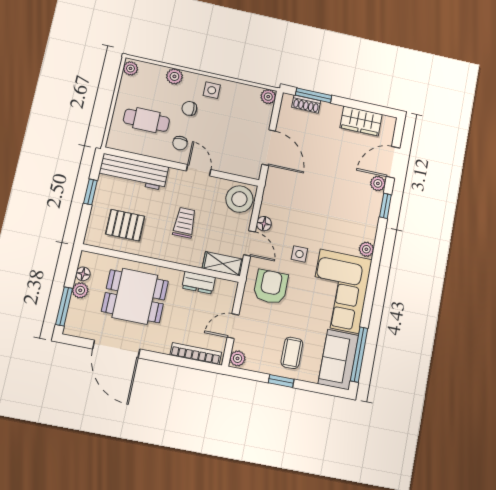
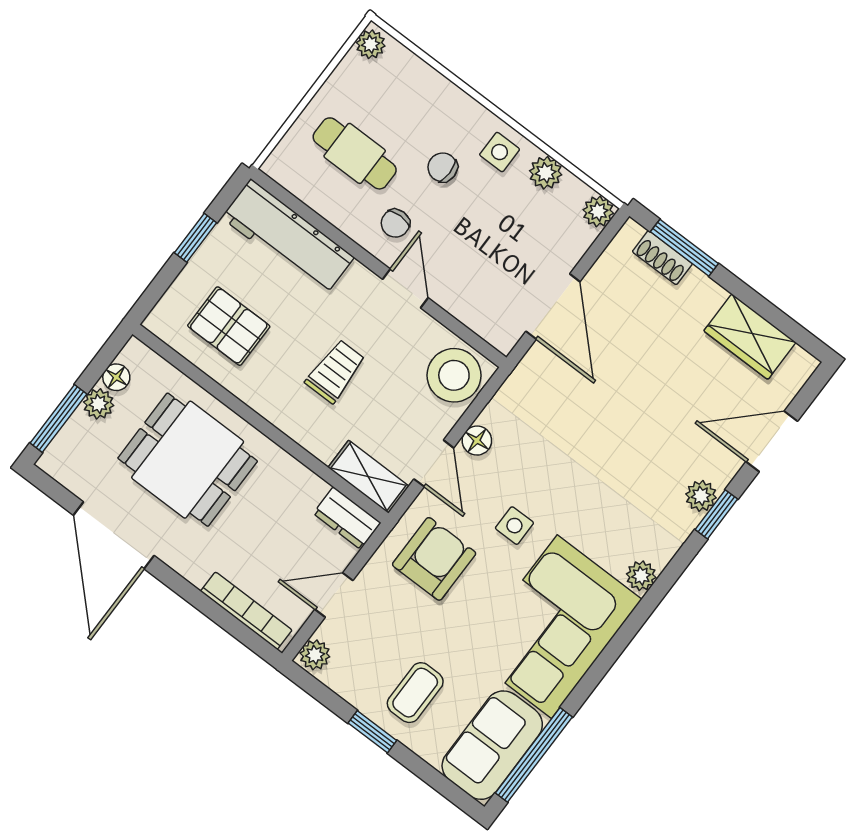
plant: (174, 76) -> (546, 173), moved
plant: (378, 183) -> (701, 496), moved
dresser: (199, 283) -> (347, 518), moved

